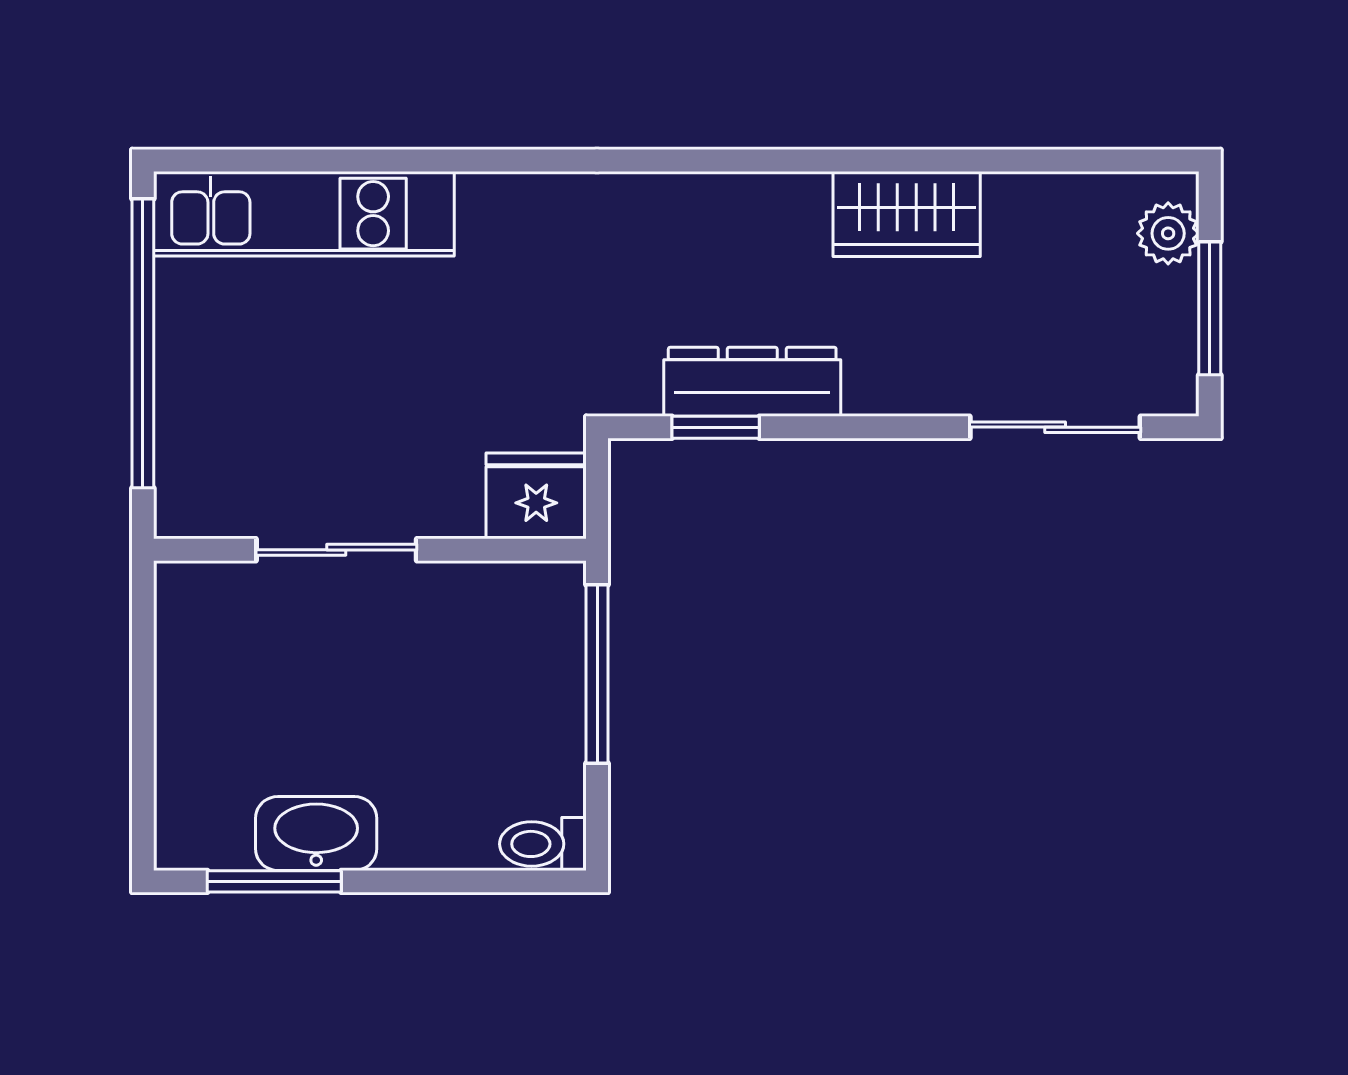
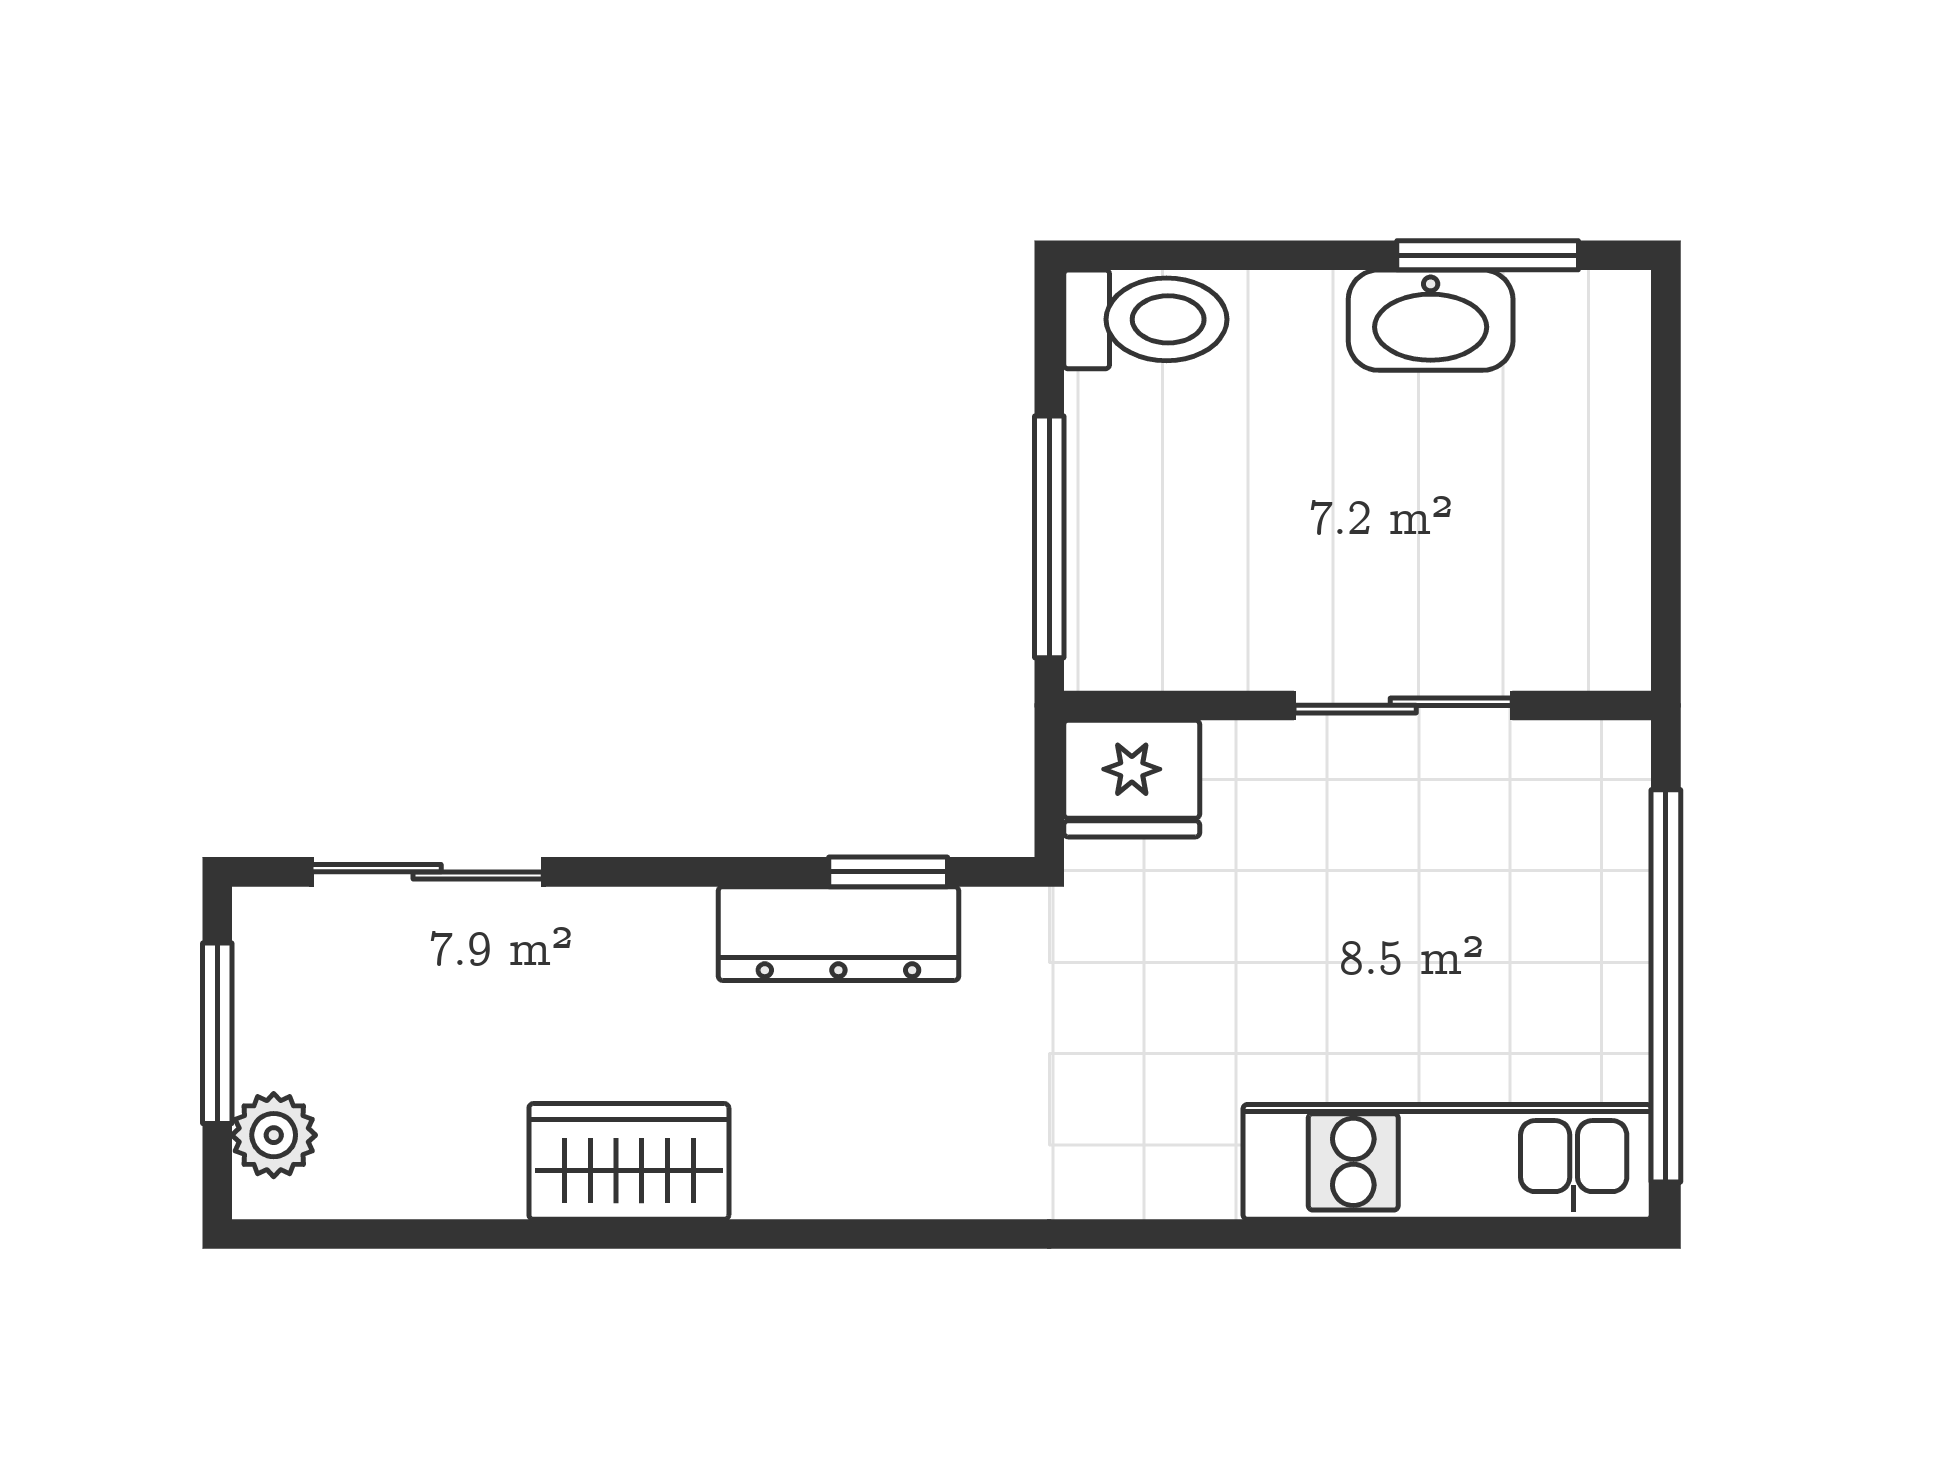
toilet: (543, 844) -> (1145, 319), width x1.37, depth x1.39

